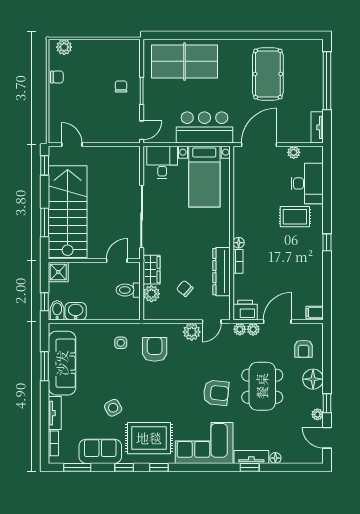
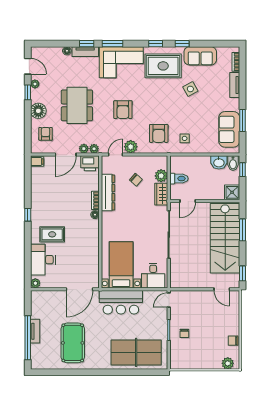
tv unit: (317, 127) -> (35, 331), moved
plant: (294, 152) -> (35, 283), moved
sofa: (62, 363) -> (229, 129), width x0.73
armchair: (216, 393) -> (123, 110), moved, turned -96
window: (77, 467) -> (113, 44), moved

